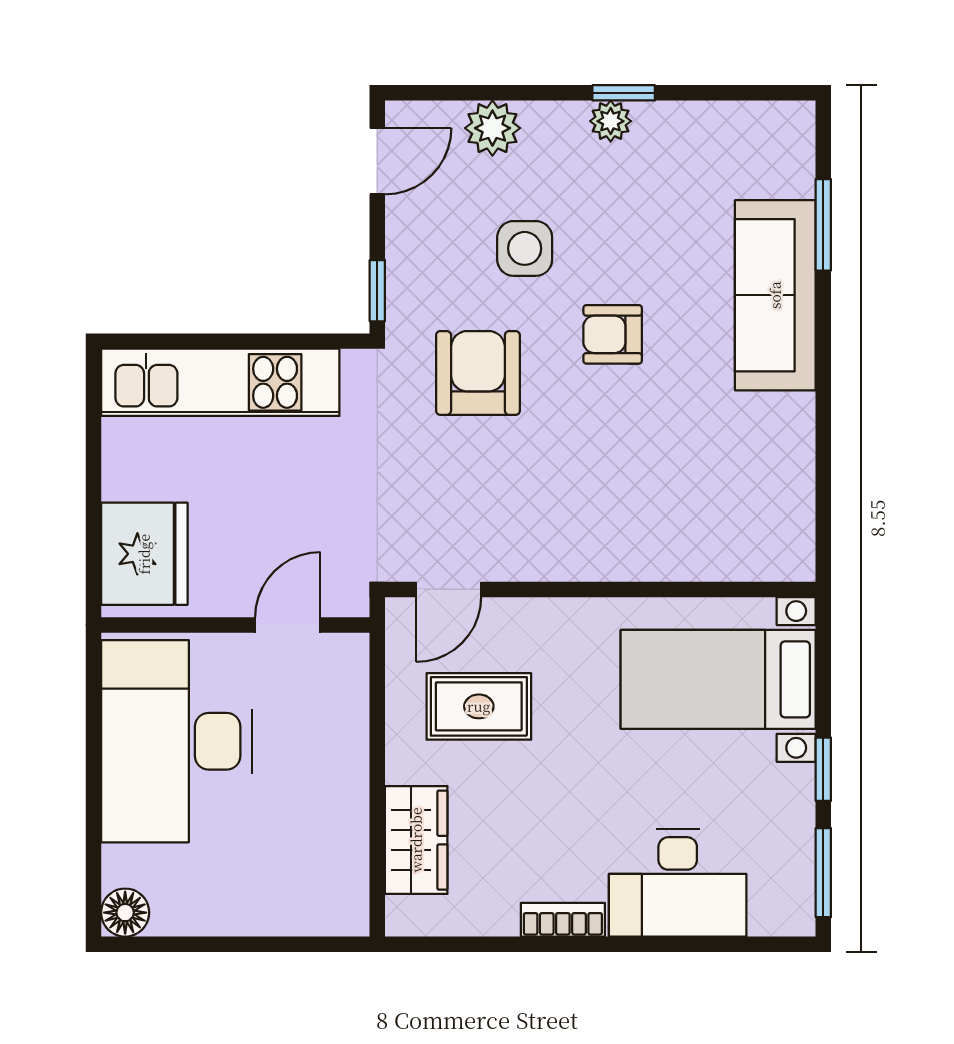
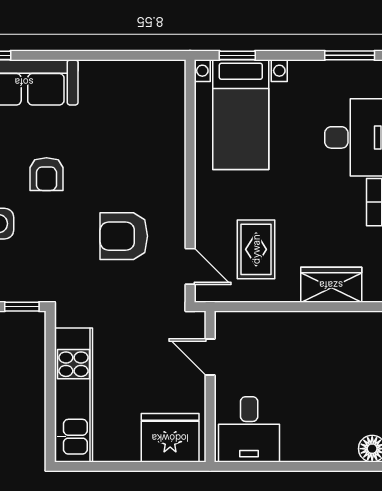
armchair: (478, 373) -> (124, 236), moved
desk: (177, 741) -> (249, 429), width x0.53, depth x0.77
window: (823, 769) -> (237, 55), moved

